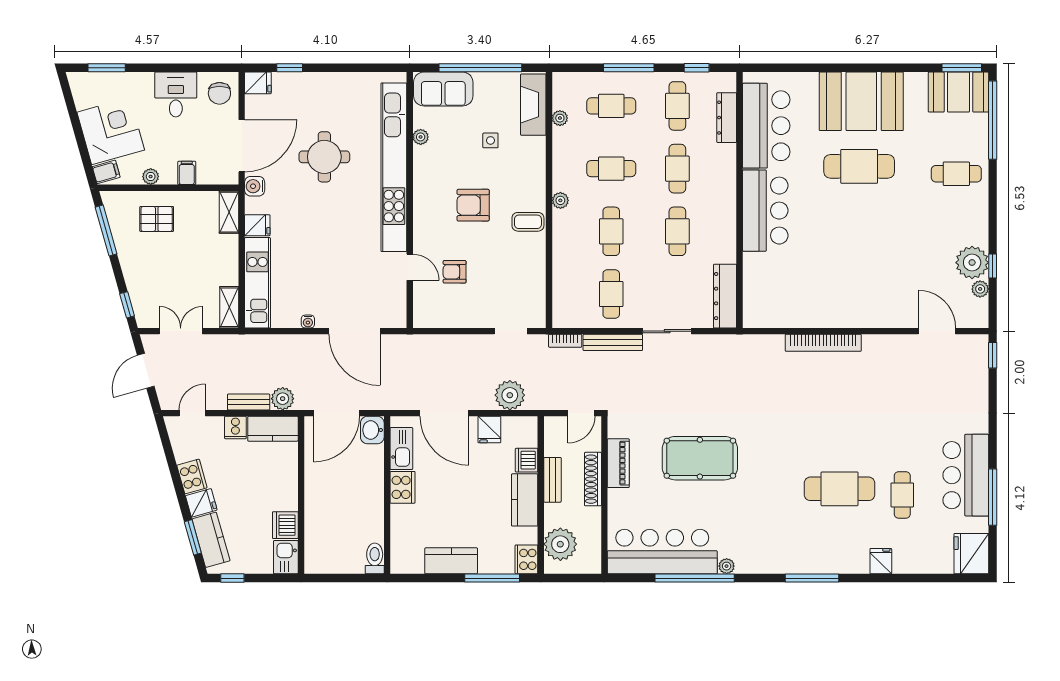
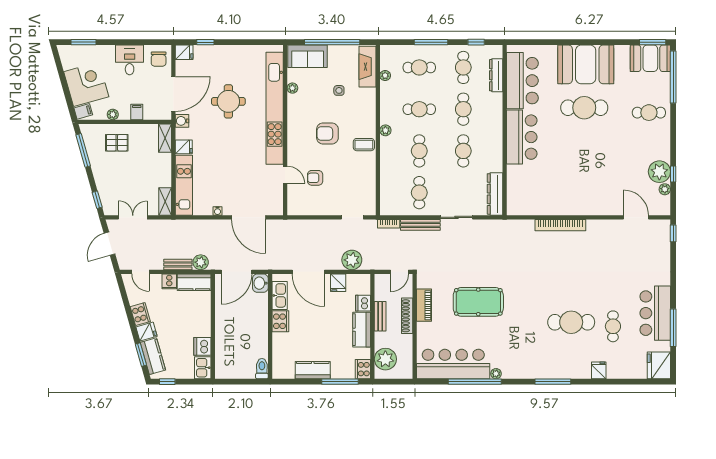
door: (192, 413) -> (141, 272), swing flipped

